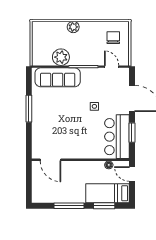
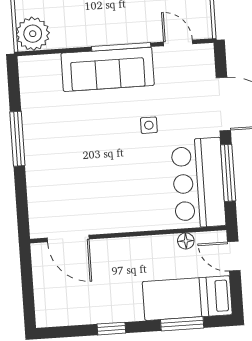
plant: (61, 57) -> (33, 34), moved
sofa: (58, 77) -> (108, 69), moved
window: (132, 133) -> (228, 173), width x1.44
window: (69, 206) -> (111, 329), width x0.46

